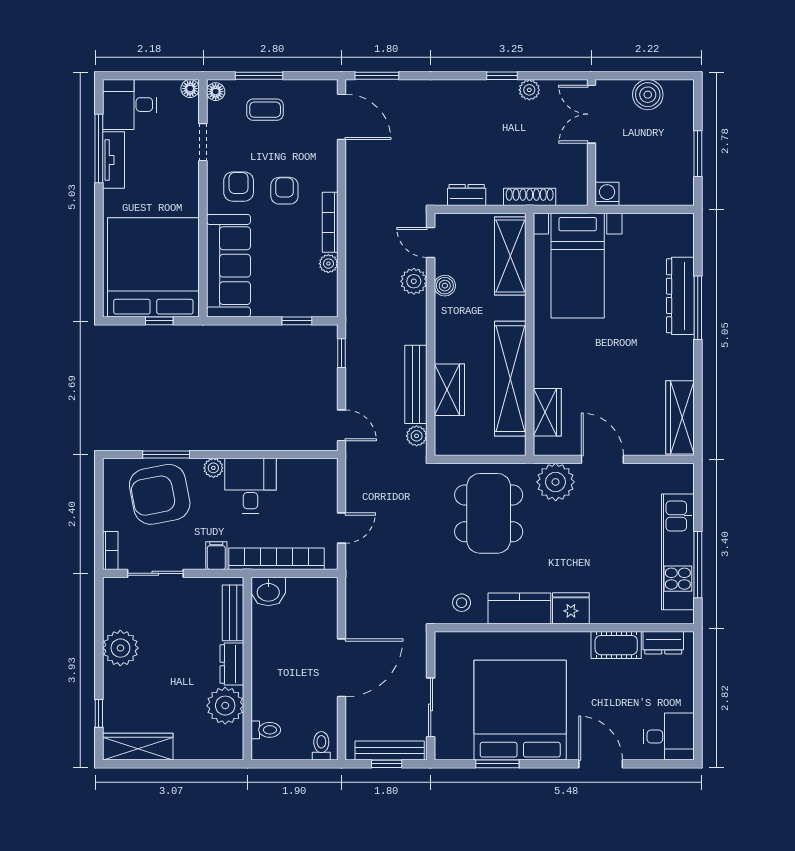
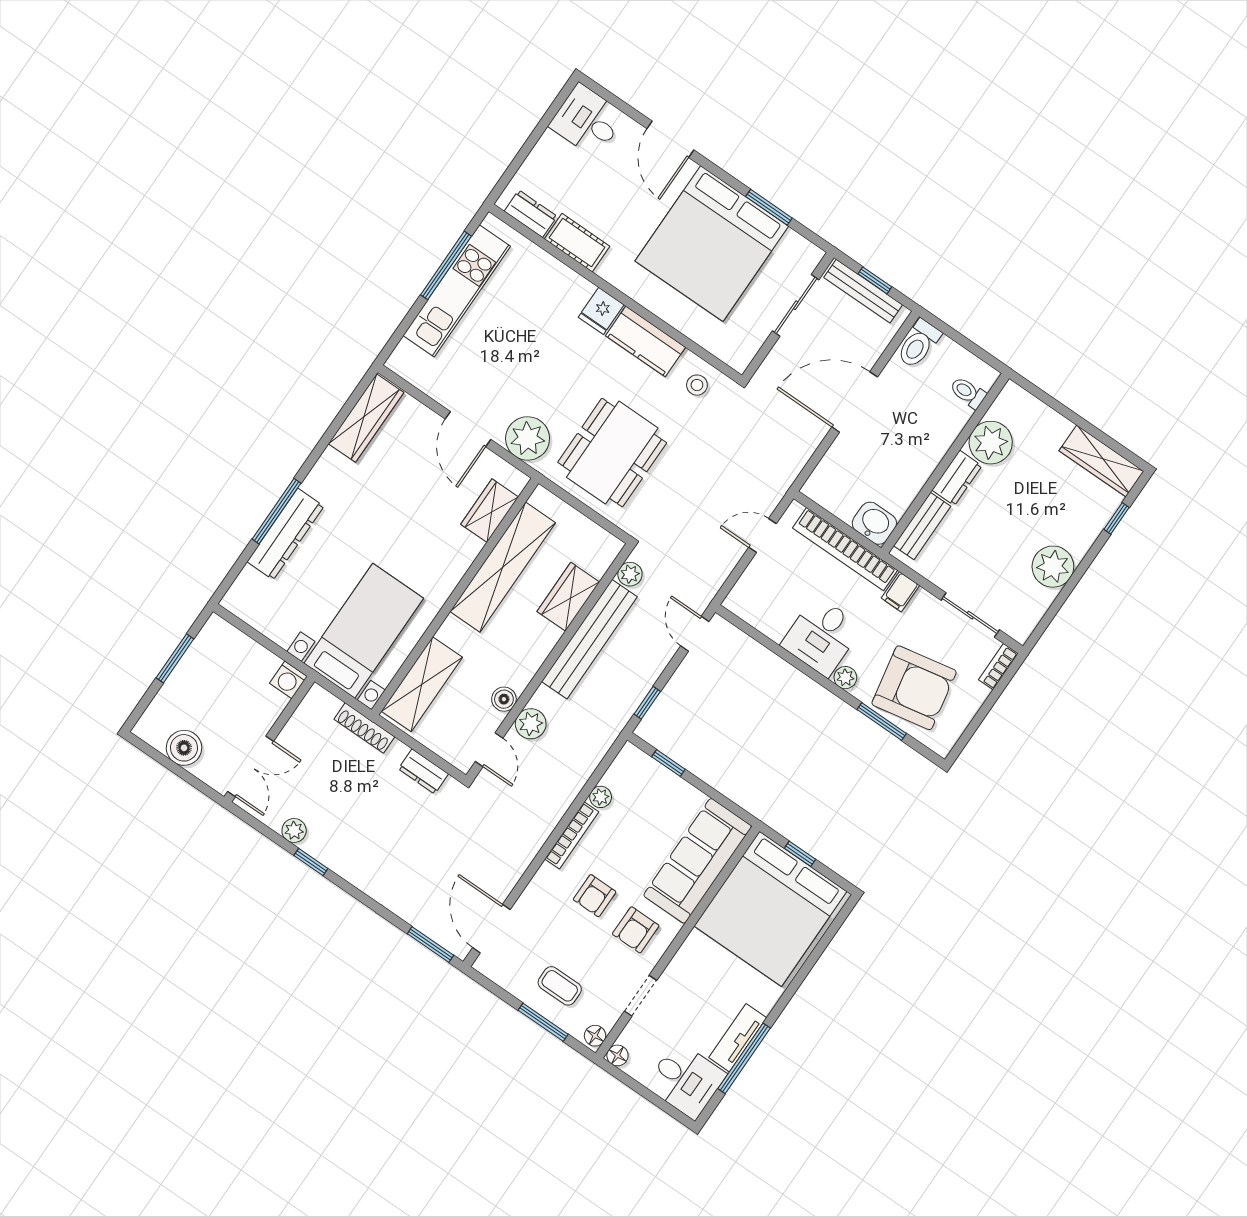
bench: (416, 384) -> (589, 639), width x1.37, depth x1.21
fridge: (571, 608) -> (601, 311), width x0.72
toilet: (321, 746) -> (919, 344), width x1.37, depth x1.39

